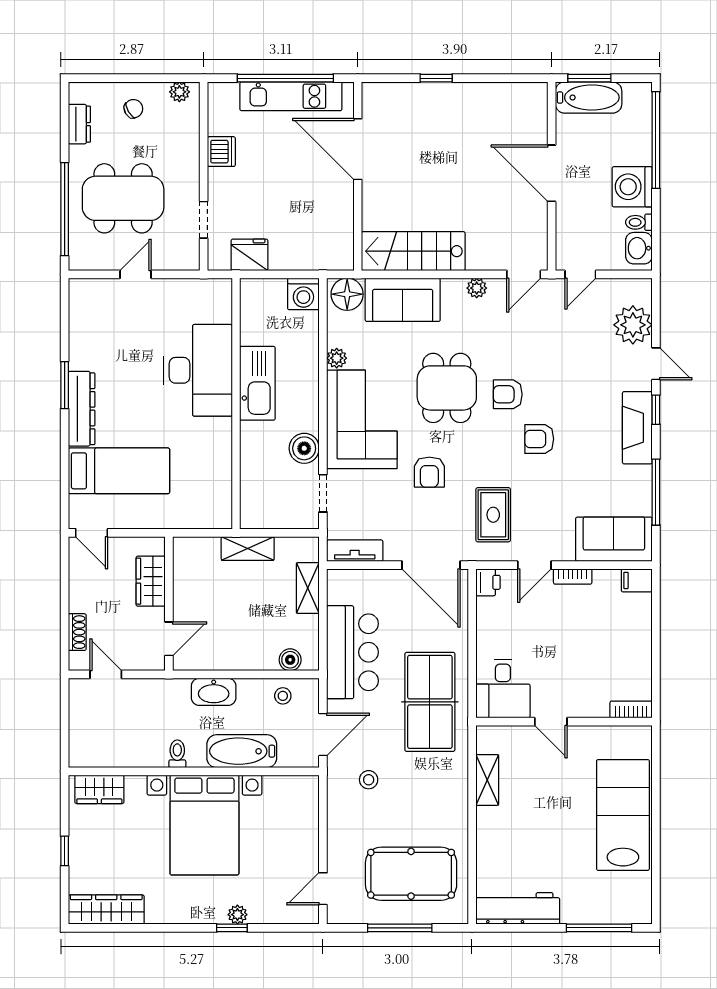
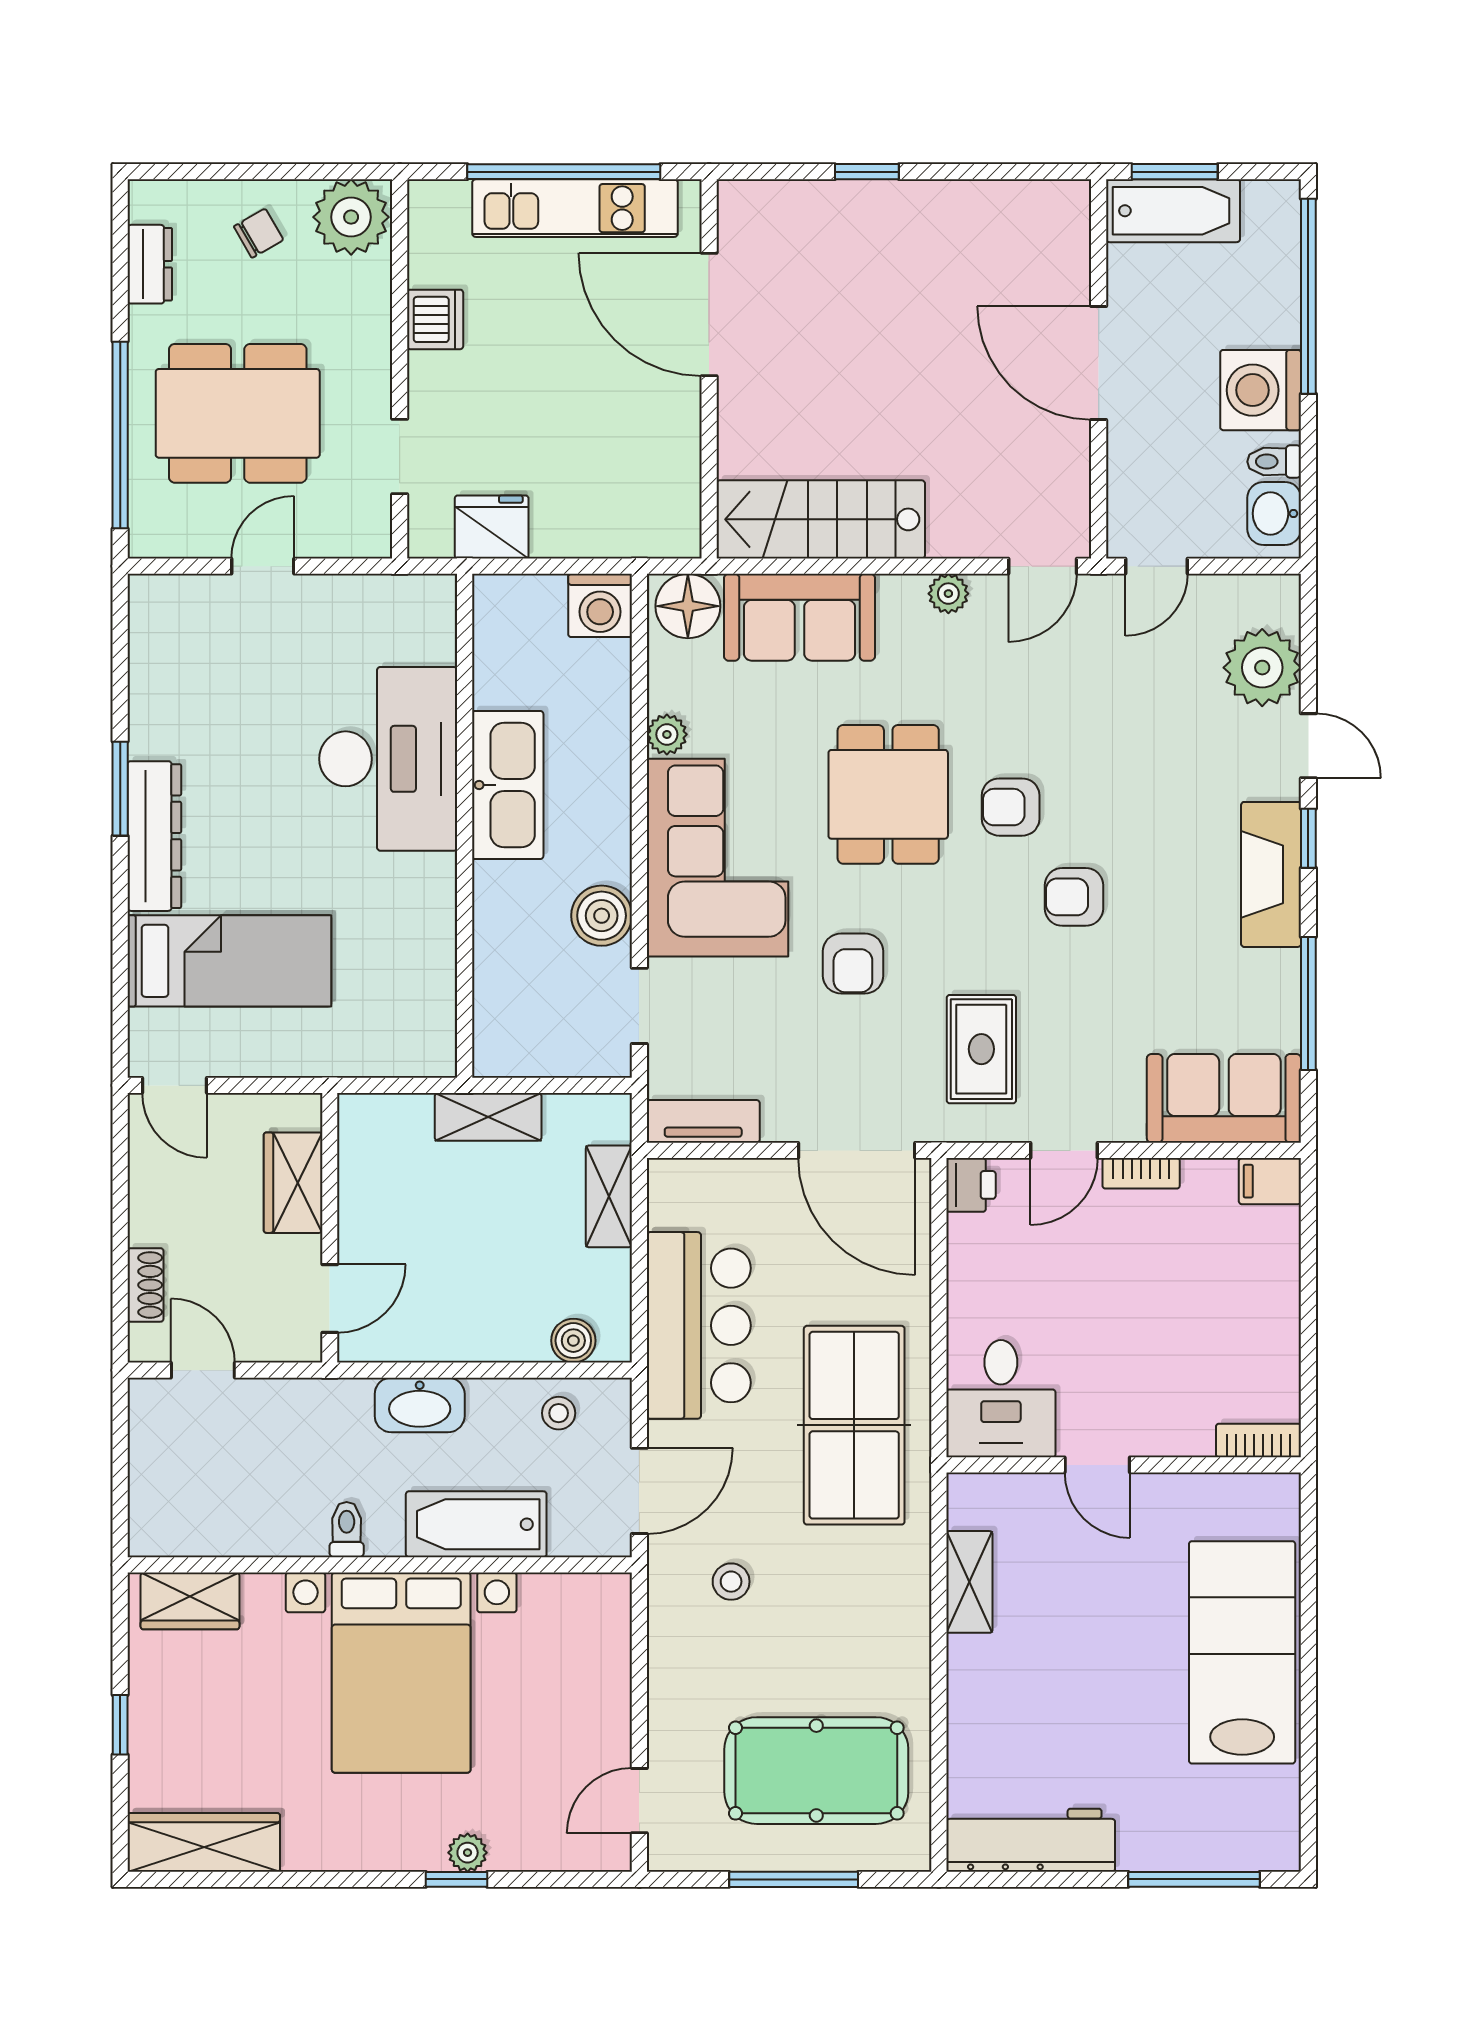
plant: (179, 92) -> (351, 217), width x1.88, depth x1.88

